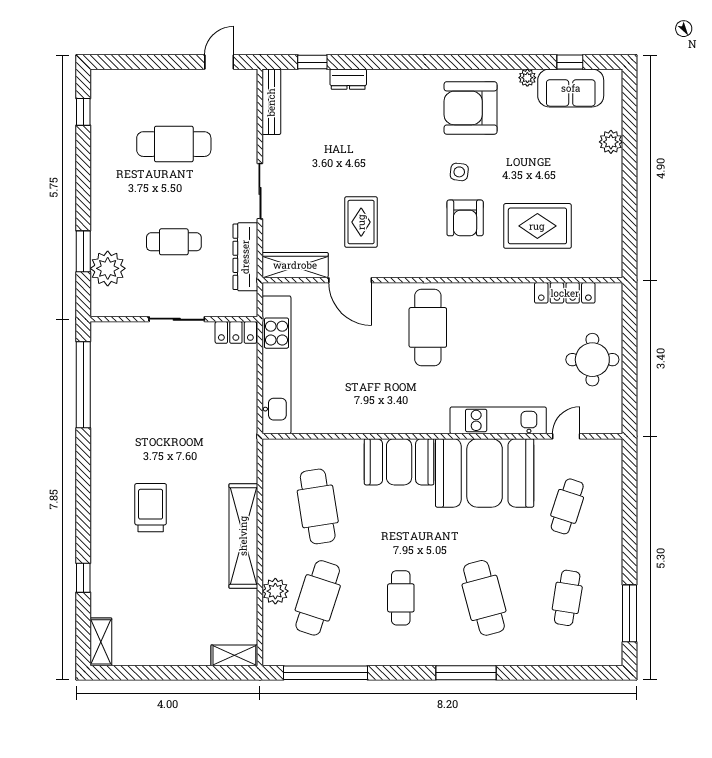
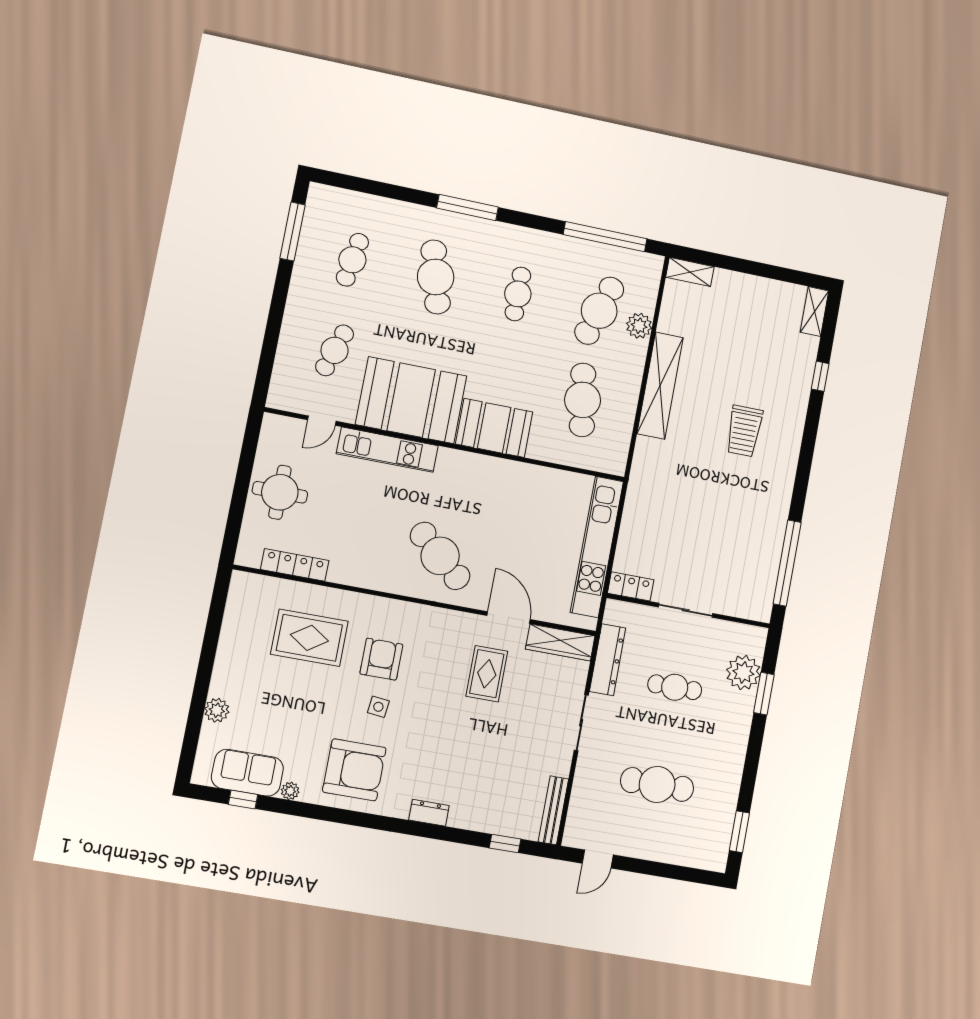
dresser: (348, 79) -> (429, 813), moved
window: (83, 112) -> (739, 832), width x1.50
cafe table: (428, 327) -> (440, 556), turned -49

